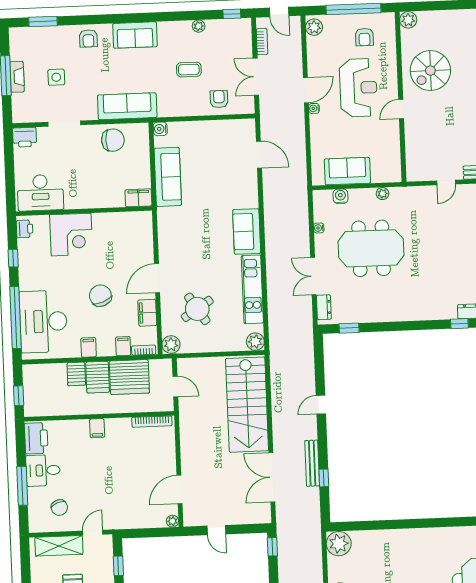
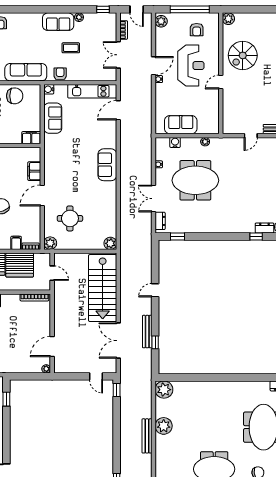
sofa: (135, 35) -> (58, 22), moved
armchair: (219, 99) -> (60, 74), moved
door: (259, 155) -> (118, 110), swing flipped
sofa: (168, 177) -> (53, 118), width x0.73
kitchen unit: (252, 289) -> (92, 91), moved, turned -90
round table: (197, 309) -> (70, 218), turned 33
filing cabinet: (147, 313) -> (34, 171), moved
door: (216, 530) -> (96, 376), moved

